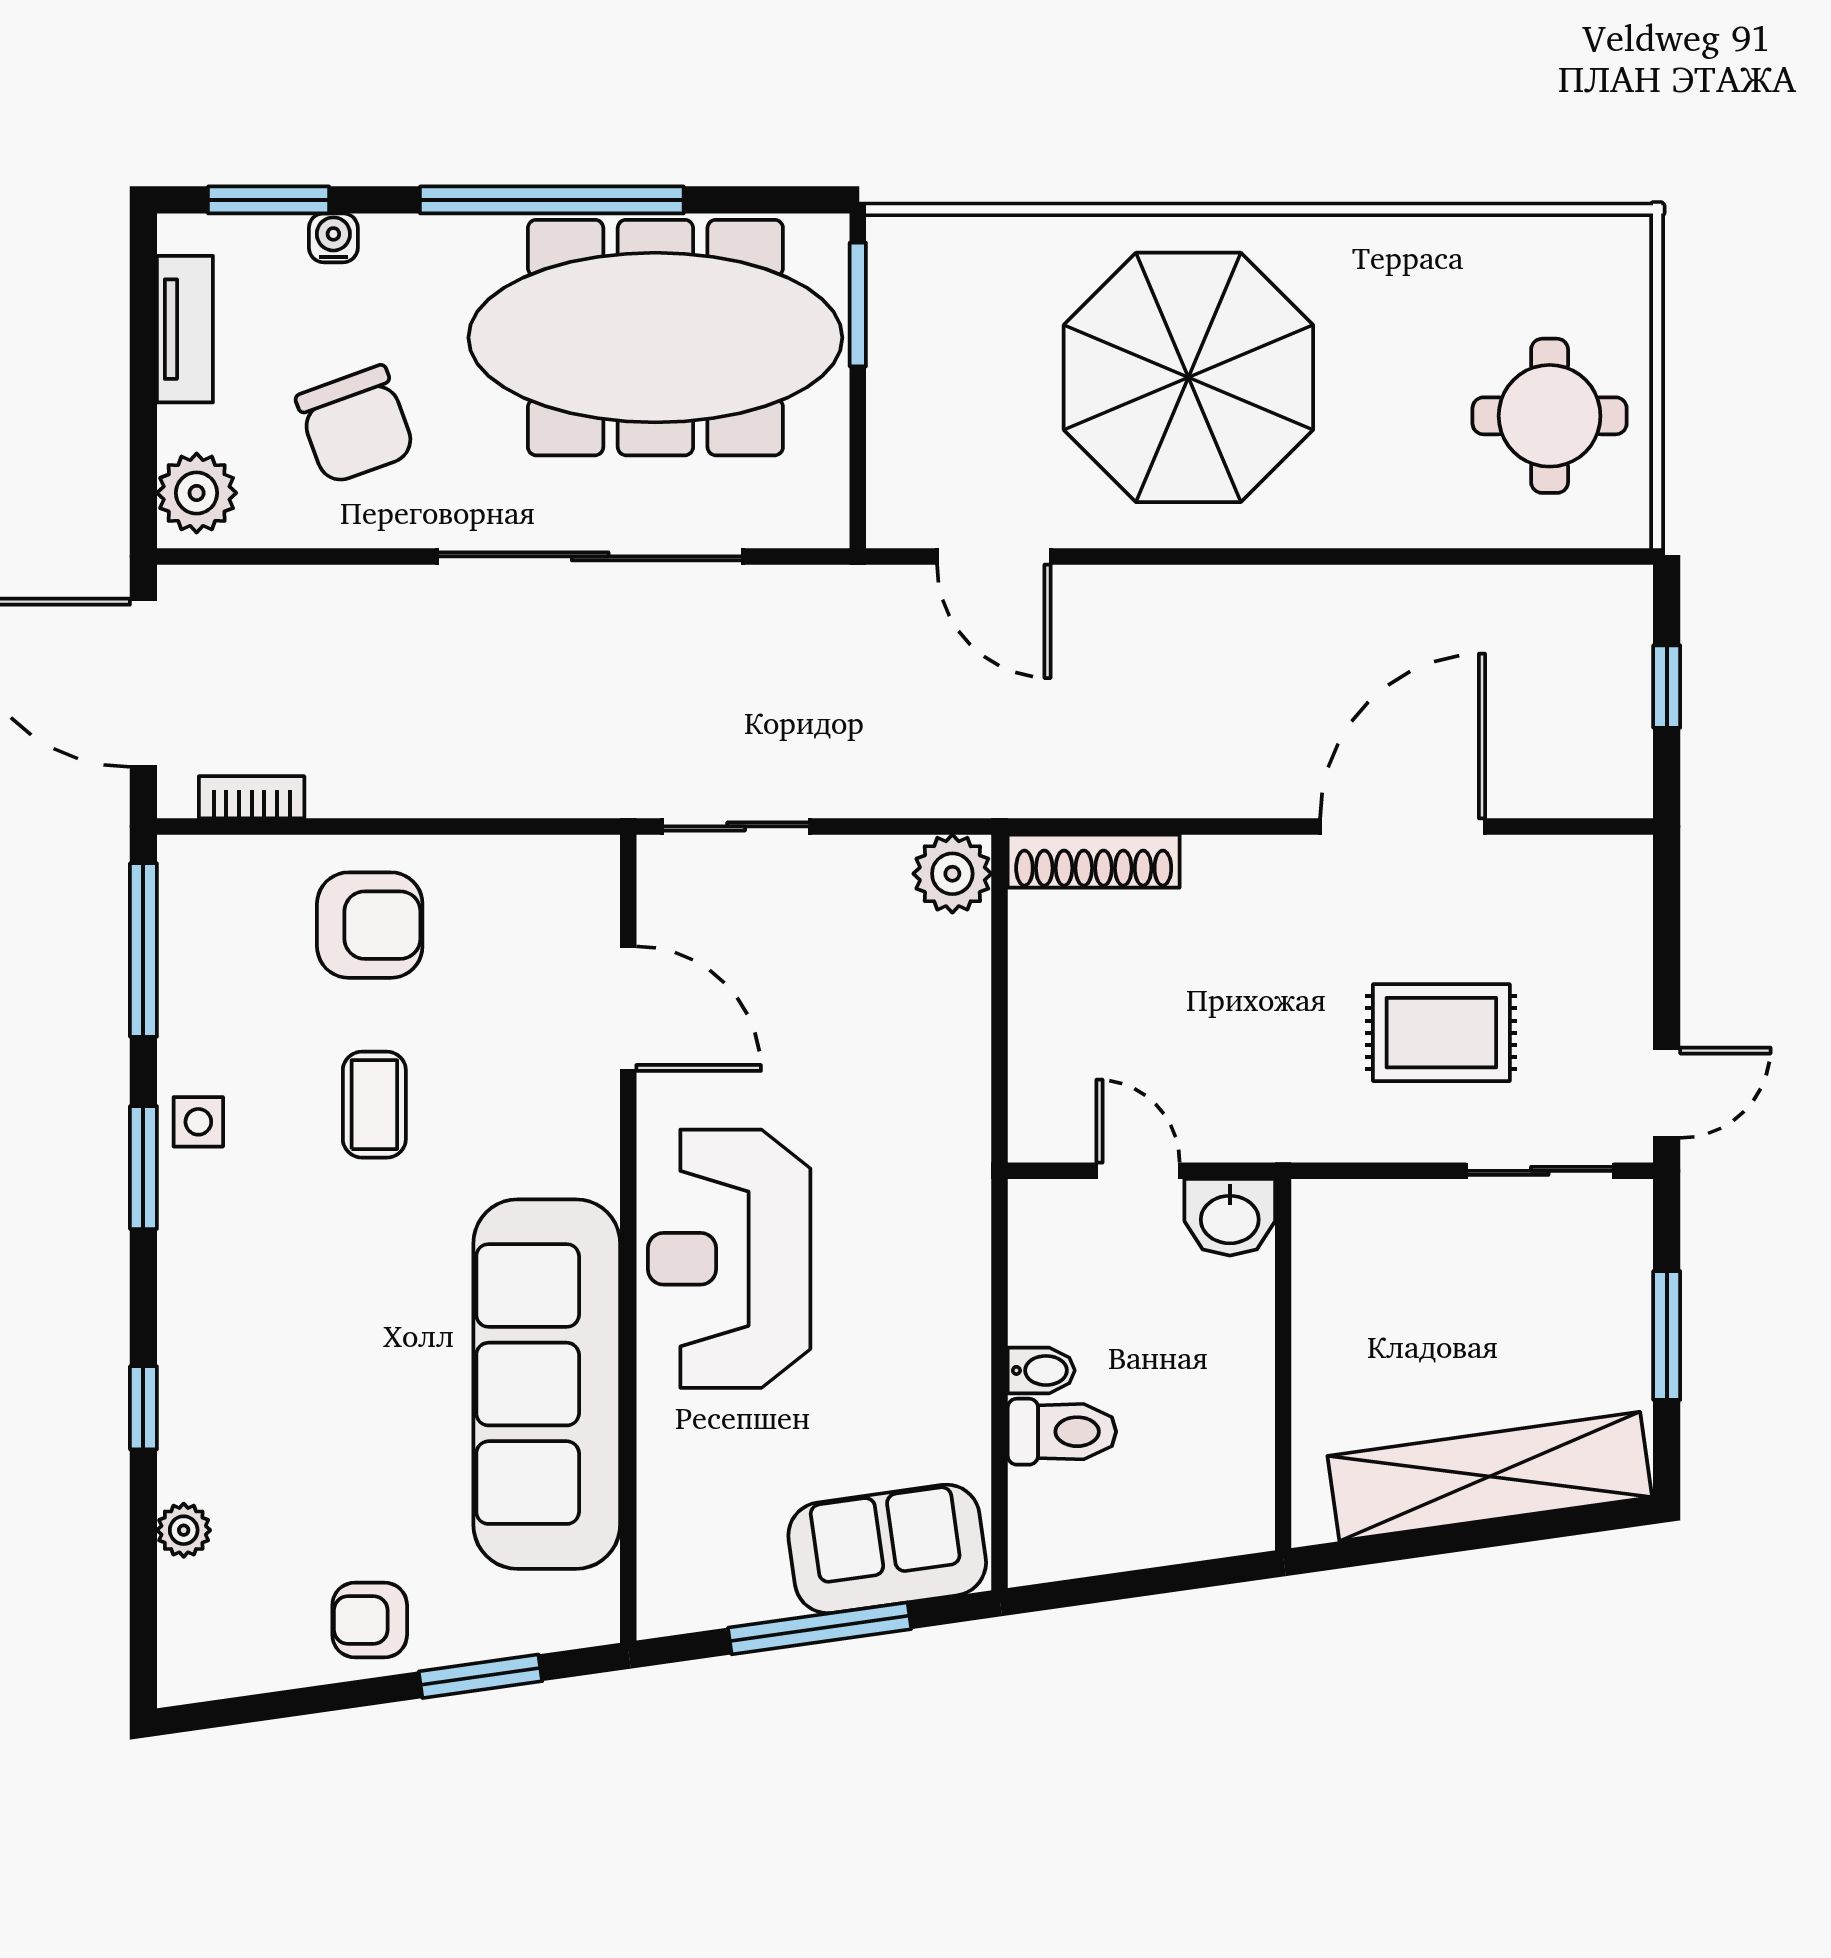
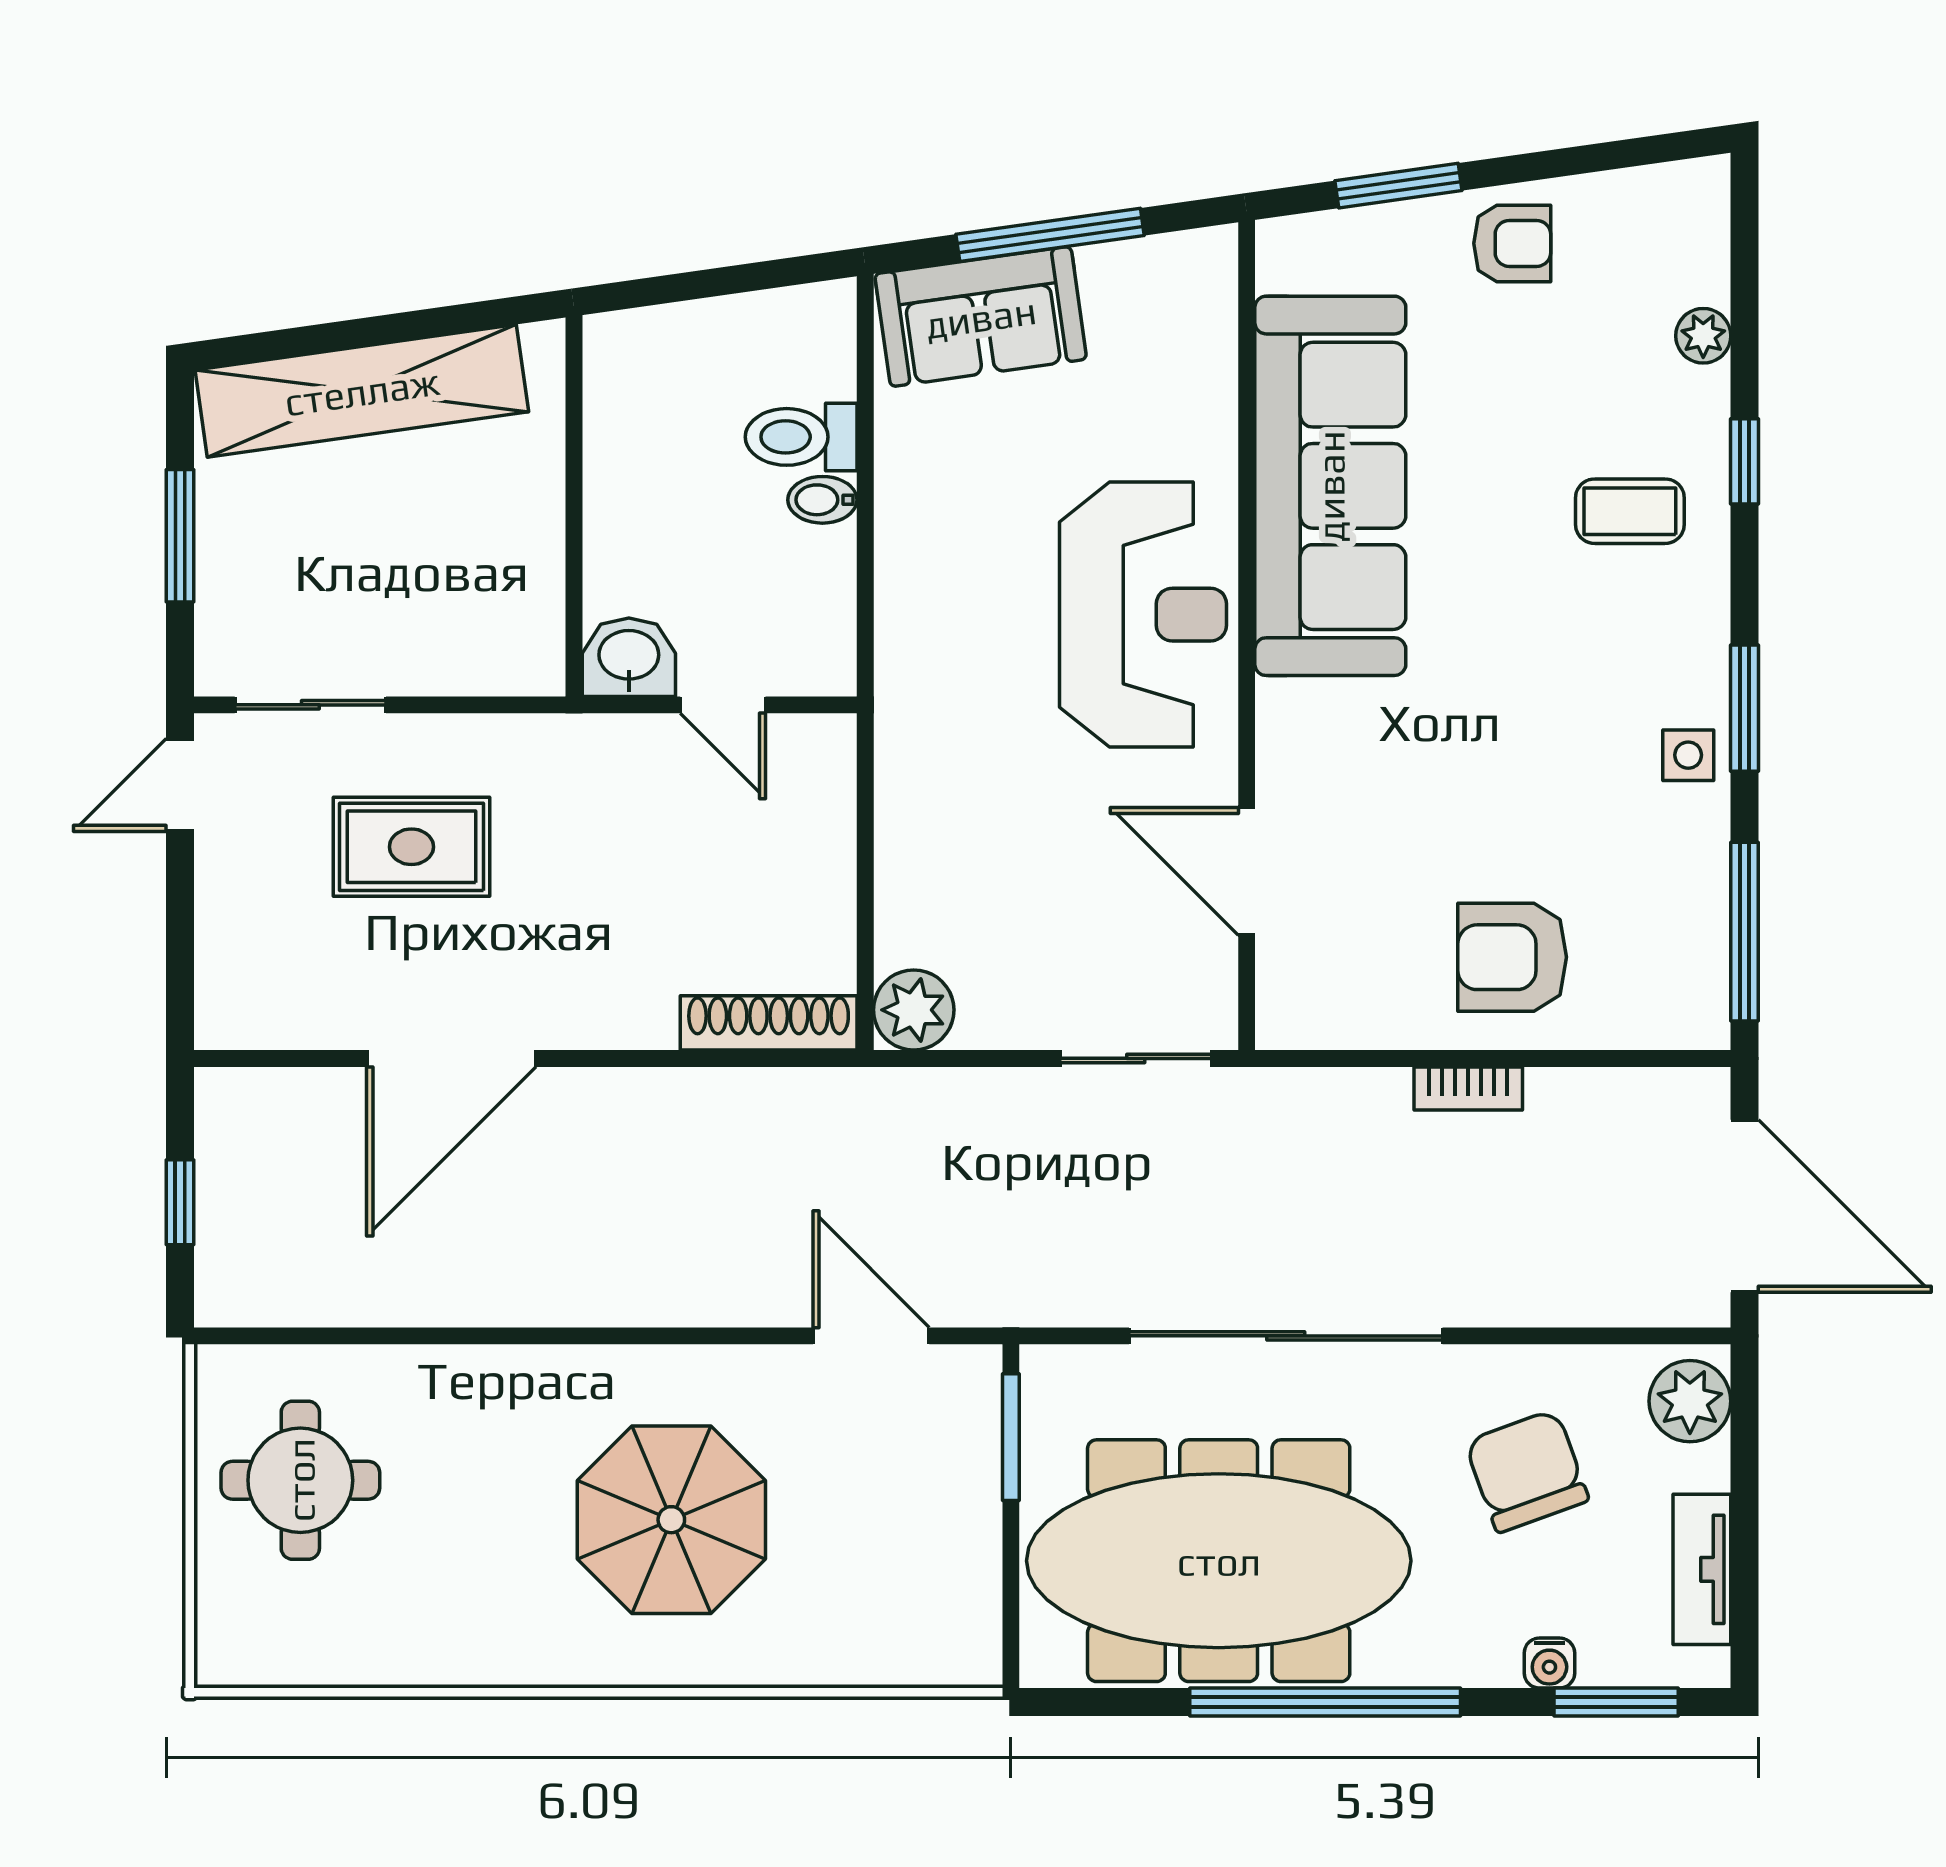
window: (858, 305) -> (1011, 1437), moved
parasol: (1188, 377) -> (671, 1520), width x0.73, depth x0.73
bookcase: (252, 797) -> (1468, 1088), moved
coffee table: (374, 1105) -> (1630, 511), moved, turned 90

